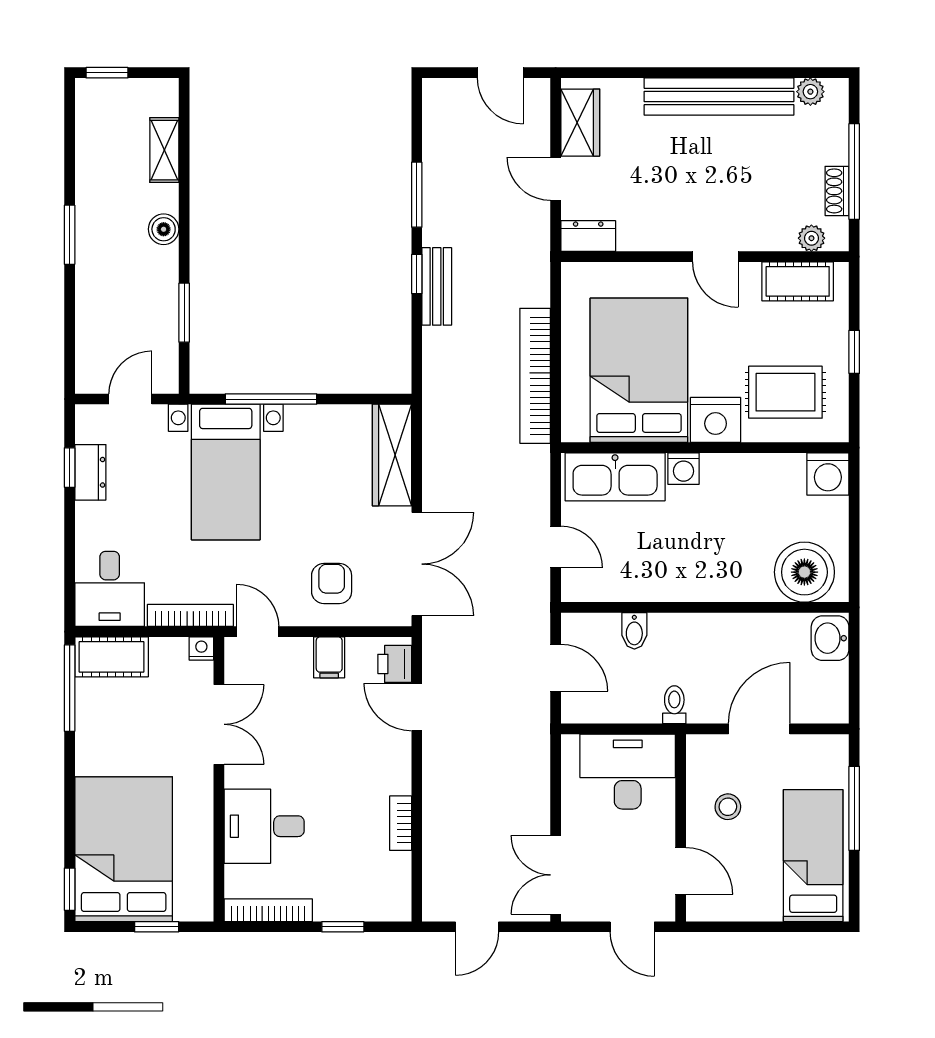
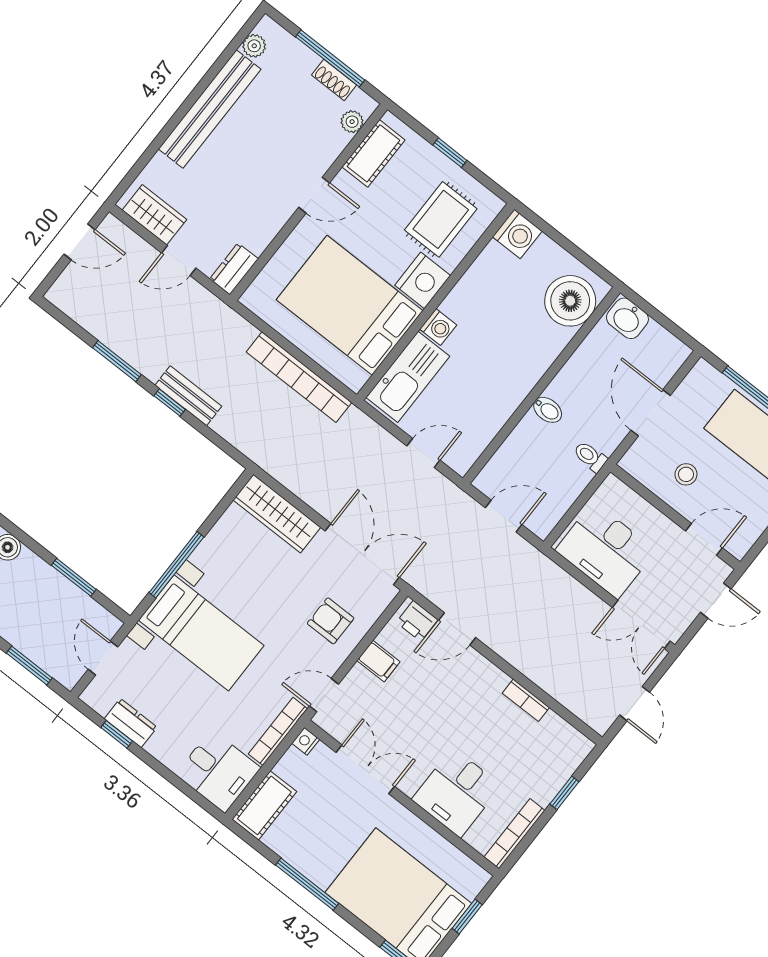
window: (70, 336) -> (29, 666), added
bidet: (634, 631) -> (548, 410), moved
window: (70, 688) -> (307, 884), moved
desk: (628, 772) -> (606, 550), moved, turned -90

